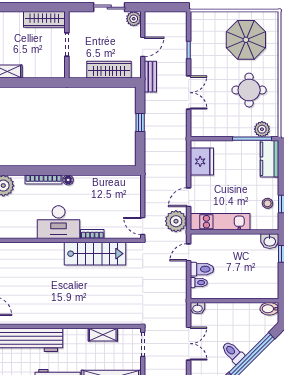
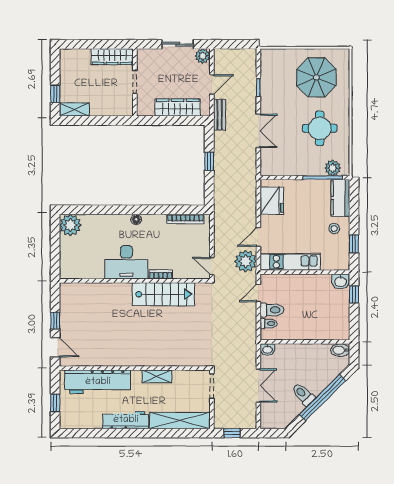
bookcase: (43, 179) -> (185, 219), moved
stool: (267, 203) -> (334, 229), moved
shelving: (103, 335) -> (157, 376), moved

